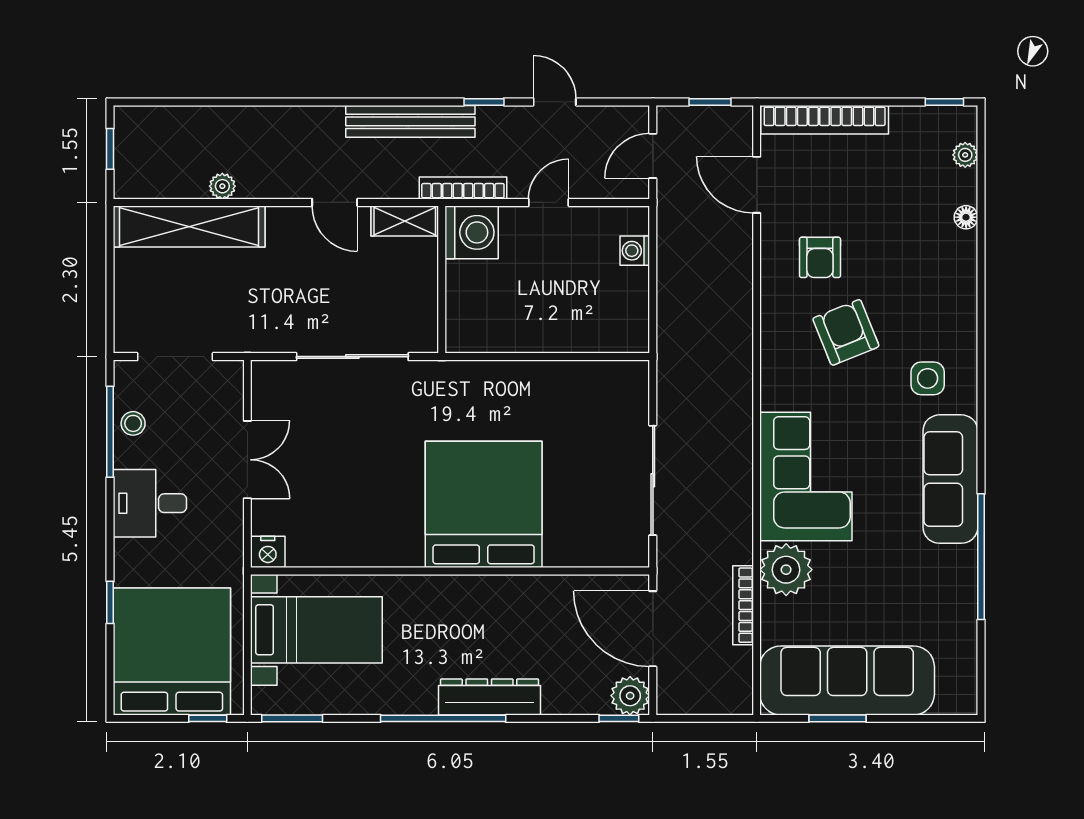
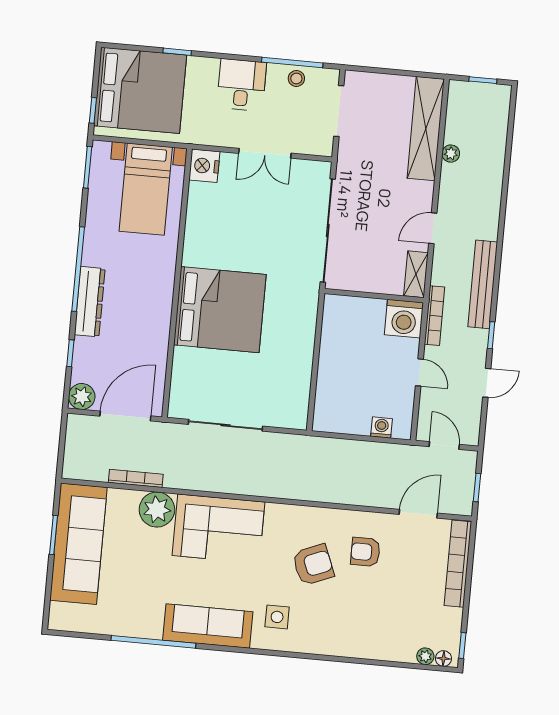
floor lamp: (966, 217) -> (443, 658), moved
sliding door: (352, 357) -> (328, 231), width x1.36
nightstand: (268, 552) -> (204, 166), width x1.36, depth x1.33
window: (619, 718) -> (70, 353), moved

